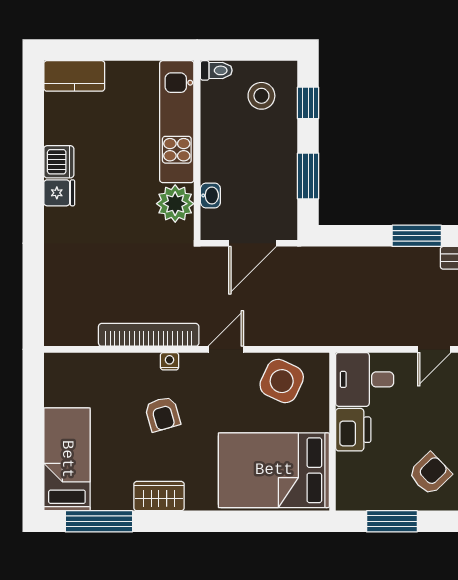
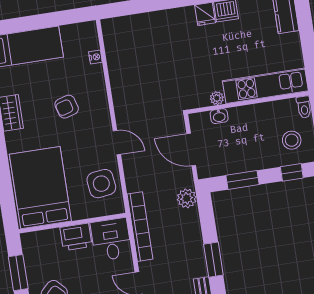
plant: (175, 204) -> (217, 98), width x0.53, depth x0.53
plant: (322, 261) -> (187, 198), added
bookcase: (149, 335) -> (140, 227), moved
nightstand: (170, 361) -> (95, 57), moved
side table: (282, 381) -> (101, 184), turned -32

